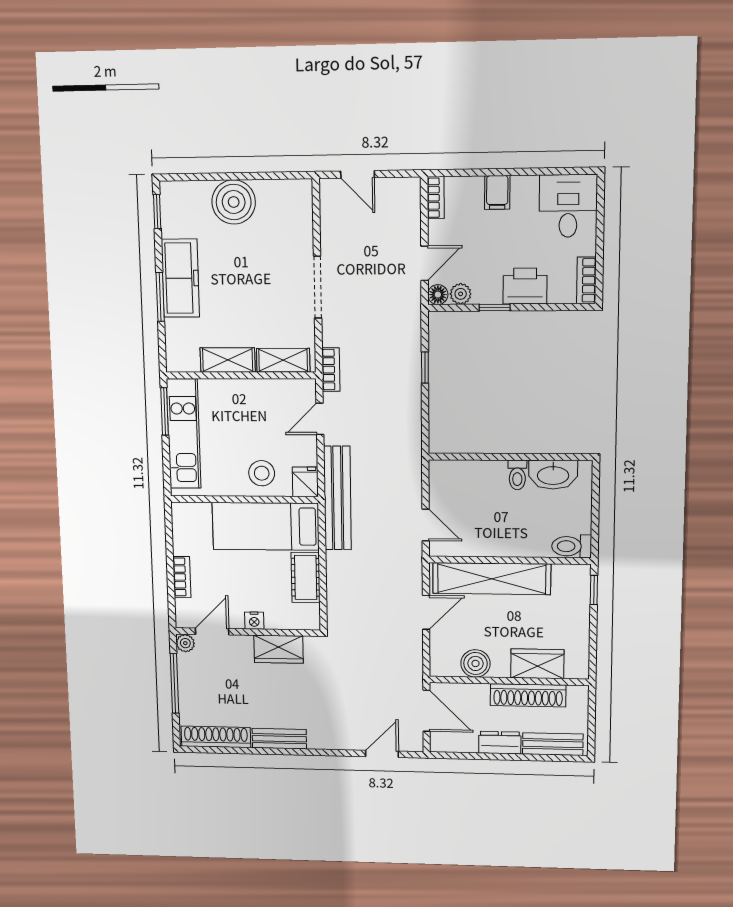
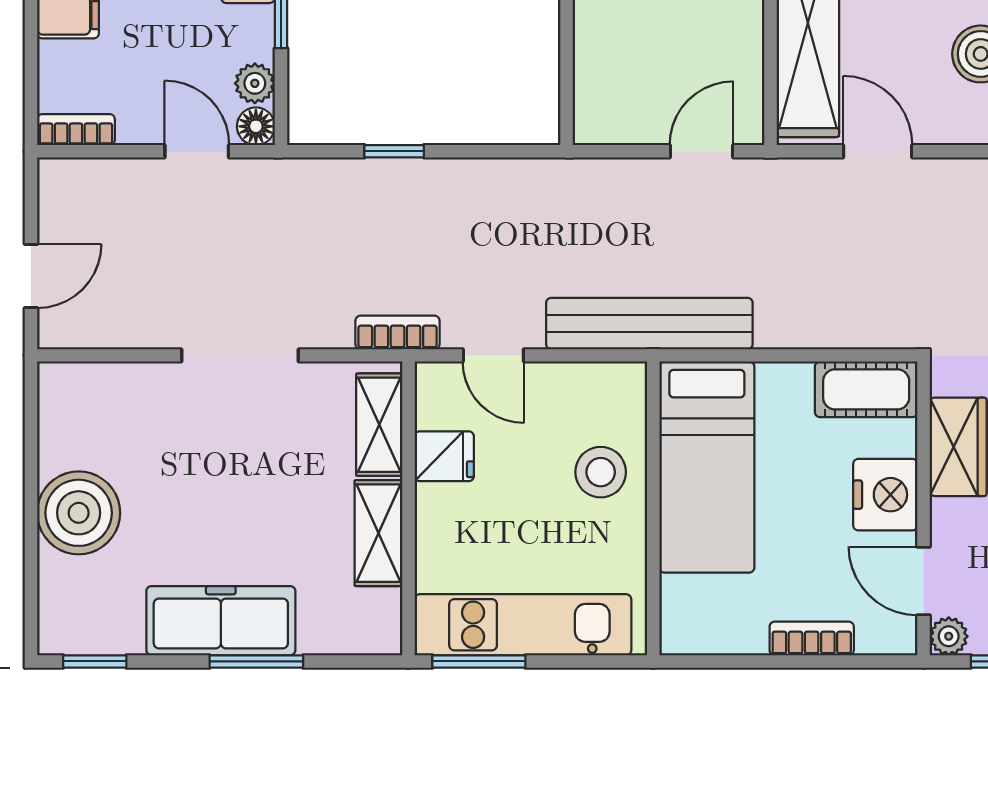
fridge: (305, 482) -> (444, 456), moved, turned 180
cot: (306, 577) -> (866, 389), moved
nightstand: (254, 621) -> (885, 495), width x1.89, depth x1.79

